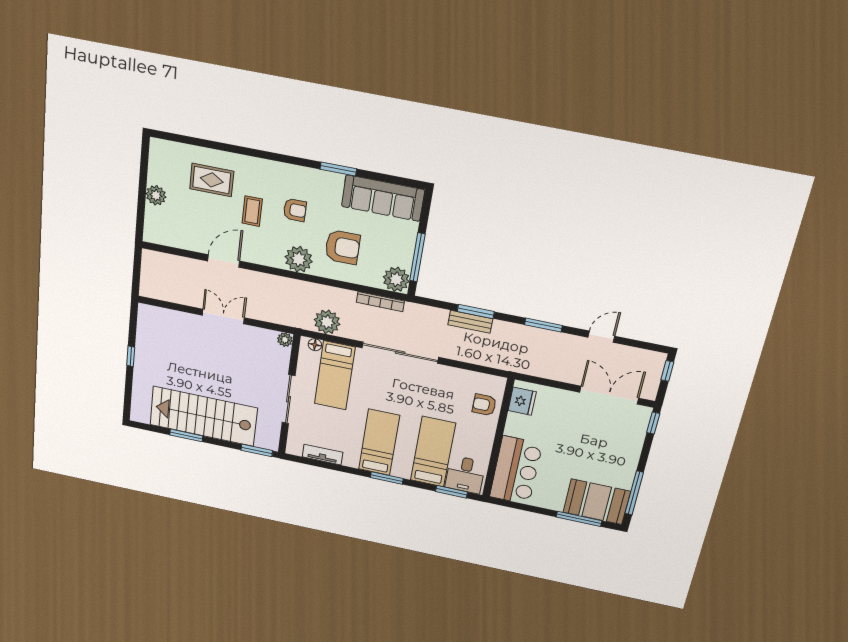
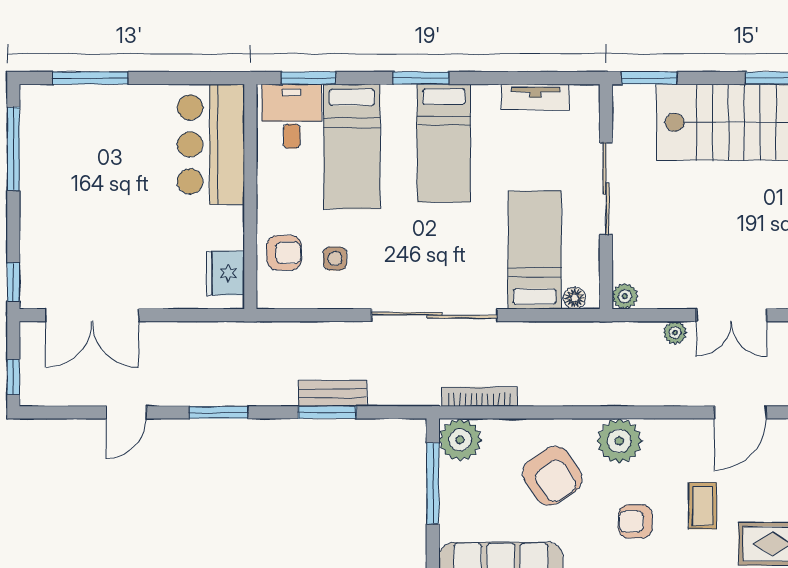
armchair: (343, 247) -> (552, 476), turned -124
plant: (327, 322) -> (675, 333), moved, width x0.53, depth x0.53
side table: (454, 395) -> (335, 259), added
booth: (597, 502) -> (69, 117), removed

